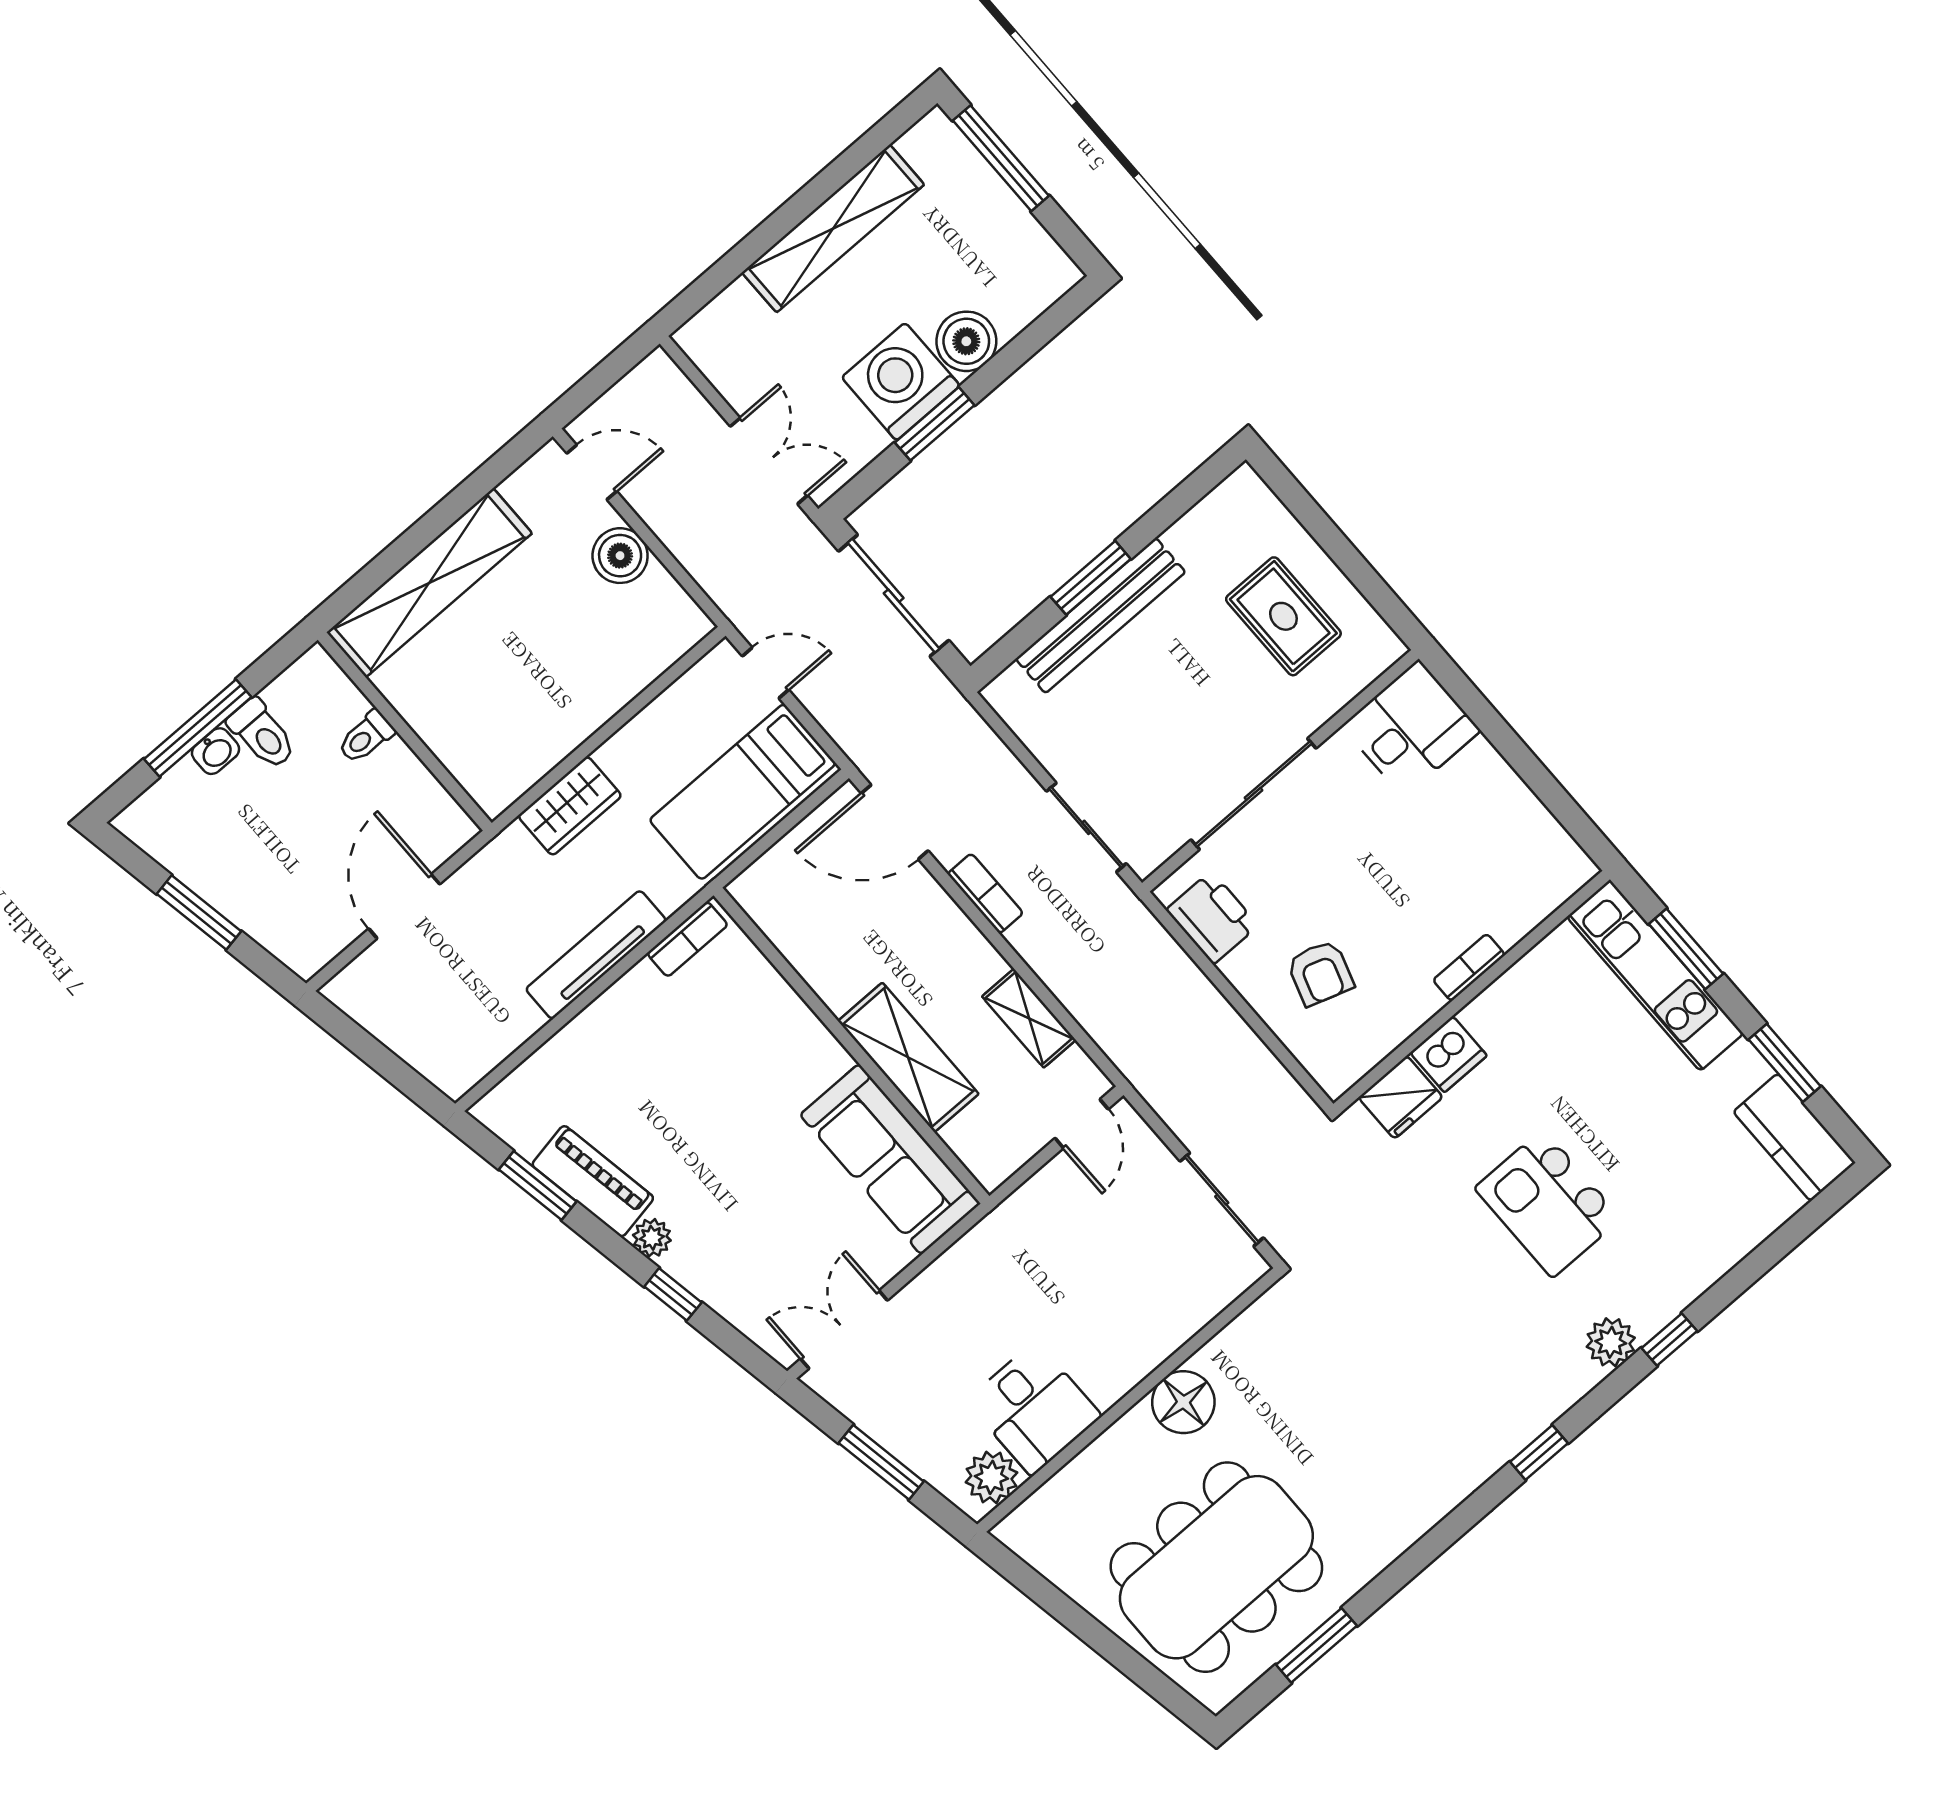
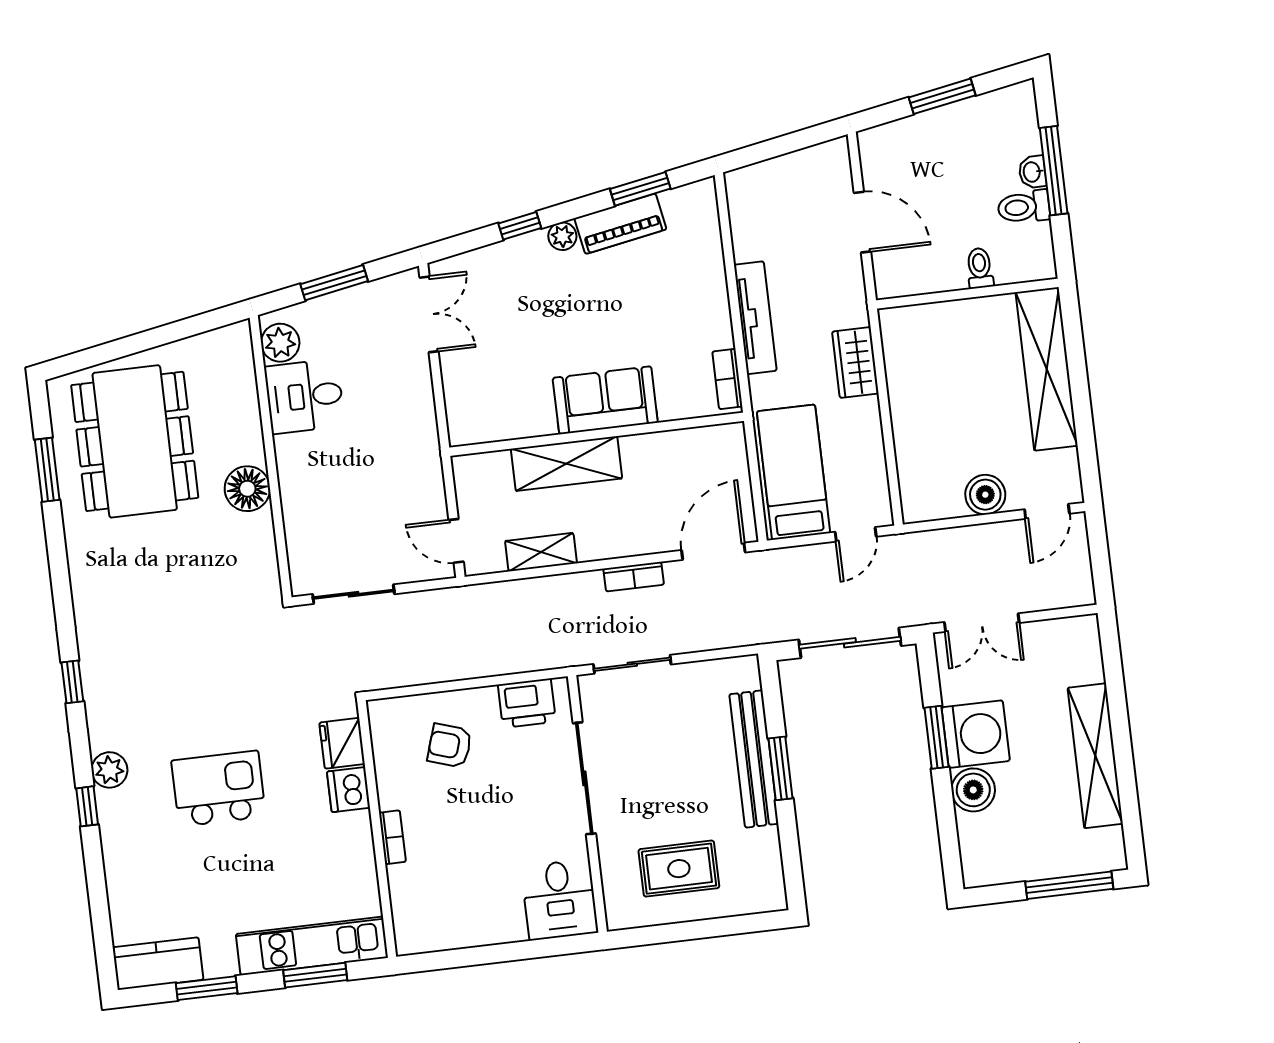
sofa: (890, 1159) -> (605, 400), moved, width x0.73

